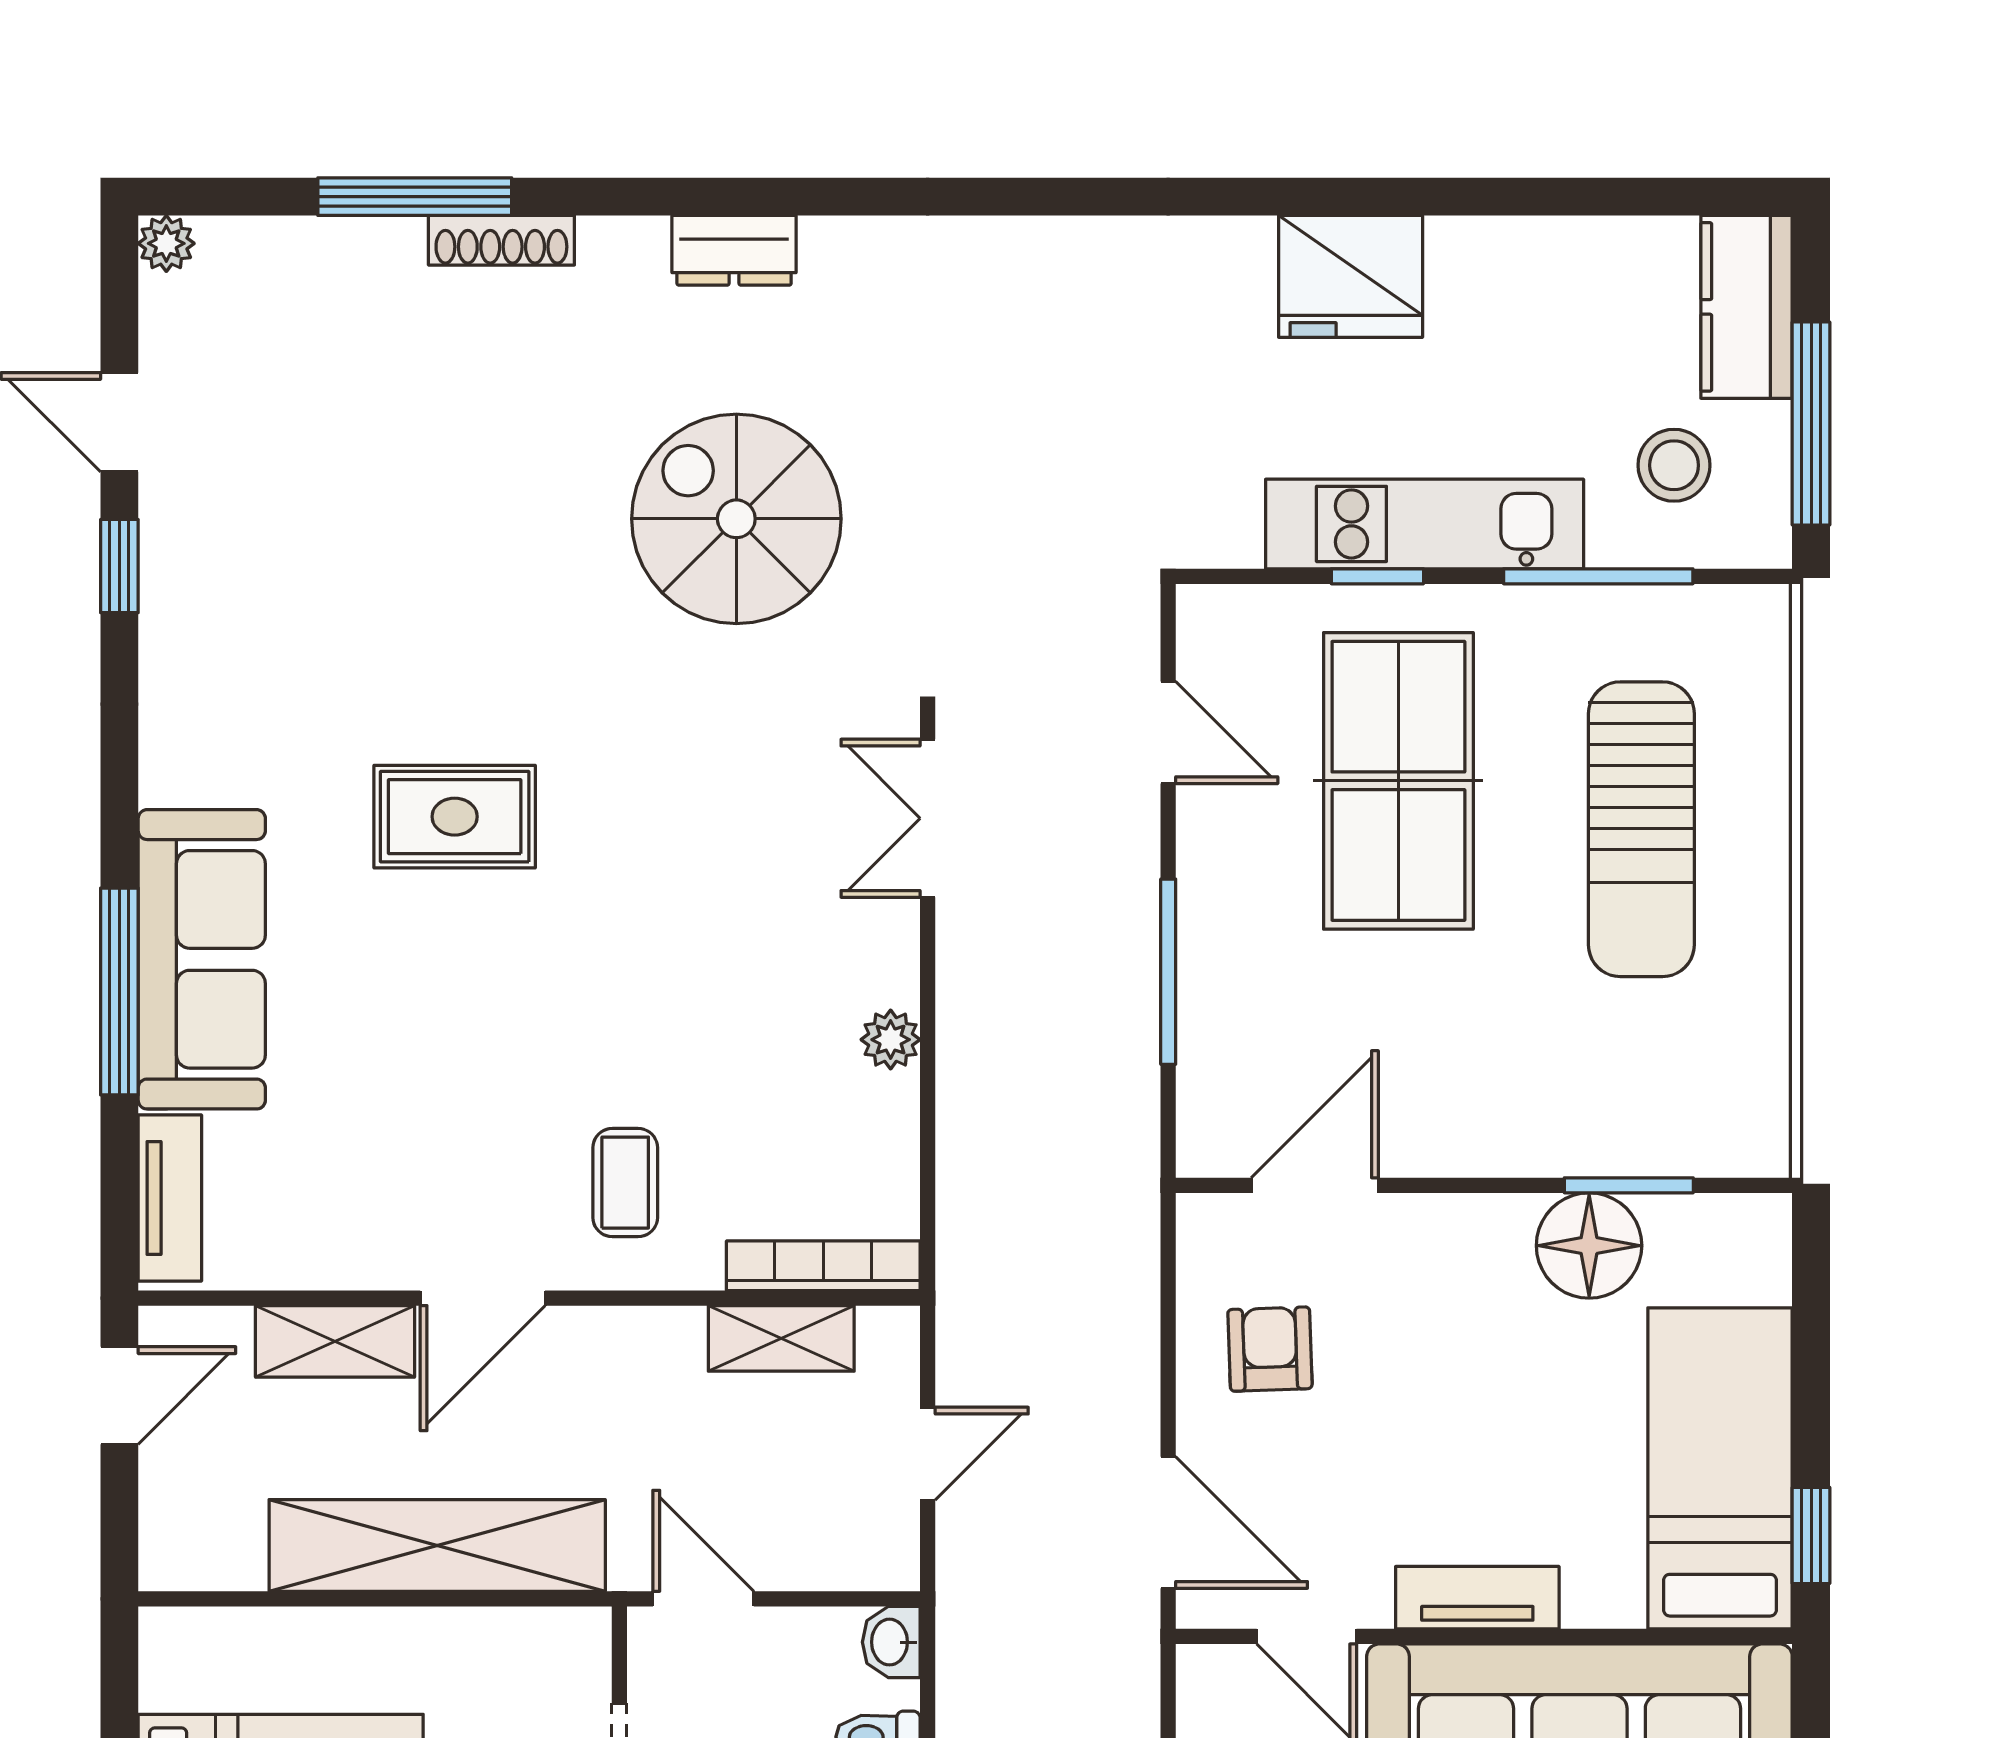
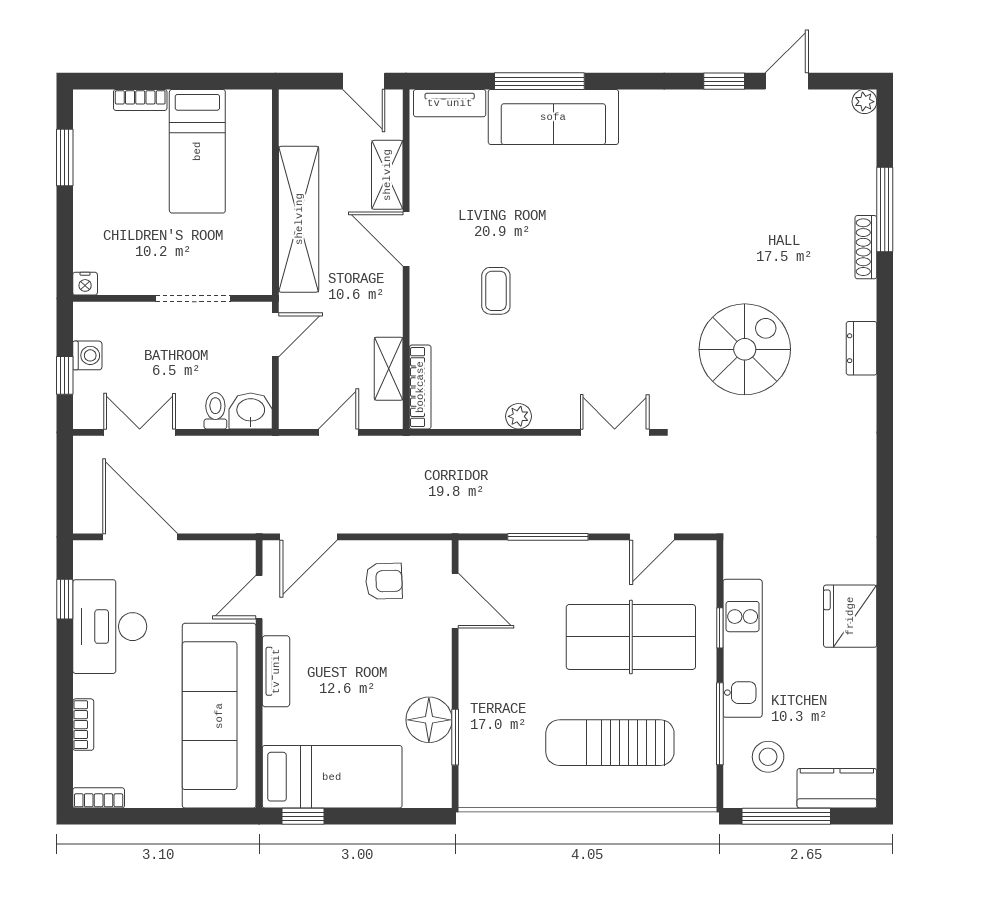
rug: (455, 817) -> (615, 227), removed
coffee table: (625, 1183) -> (496, 291), moved, turned 90
door: (928, 1454) -> (339, 432), swing flipped
washbasin: (891, 1642) -> (251, 411), width x1.38, depth x1.45

